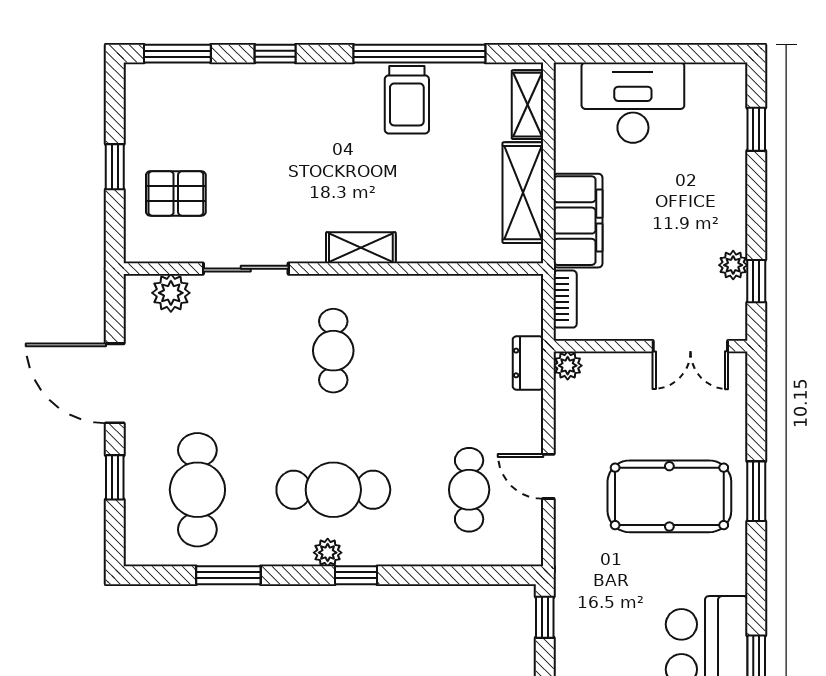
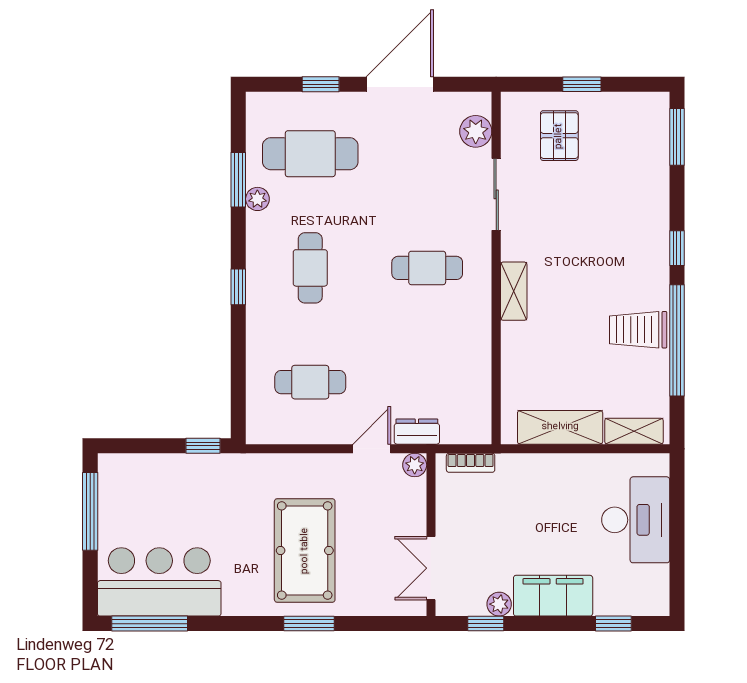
window: (275, 54) -> (677, 248), moved
filing cabinet: (578, 221) -> (553, 596), moved, turned 180
door: (548, 476) -> (372, 449), moved
cafe table: (333, 490) -> (310, 268), width x0.73, depth x0.74
plant: (328, 553) -> (257, 199), moved

